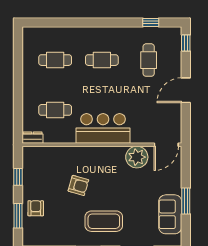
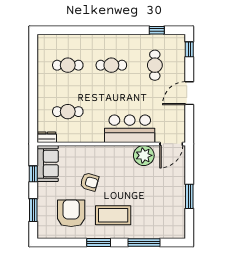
bar counter: (103, 128) -> (130, 129), moved
armchair: (36, 208) -> (71, 213), moved, width x1.88, depth x1.88
sofa: (170, 214) -> (48, 163), moved, turned 180

